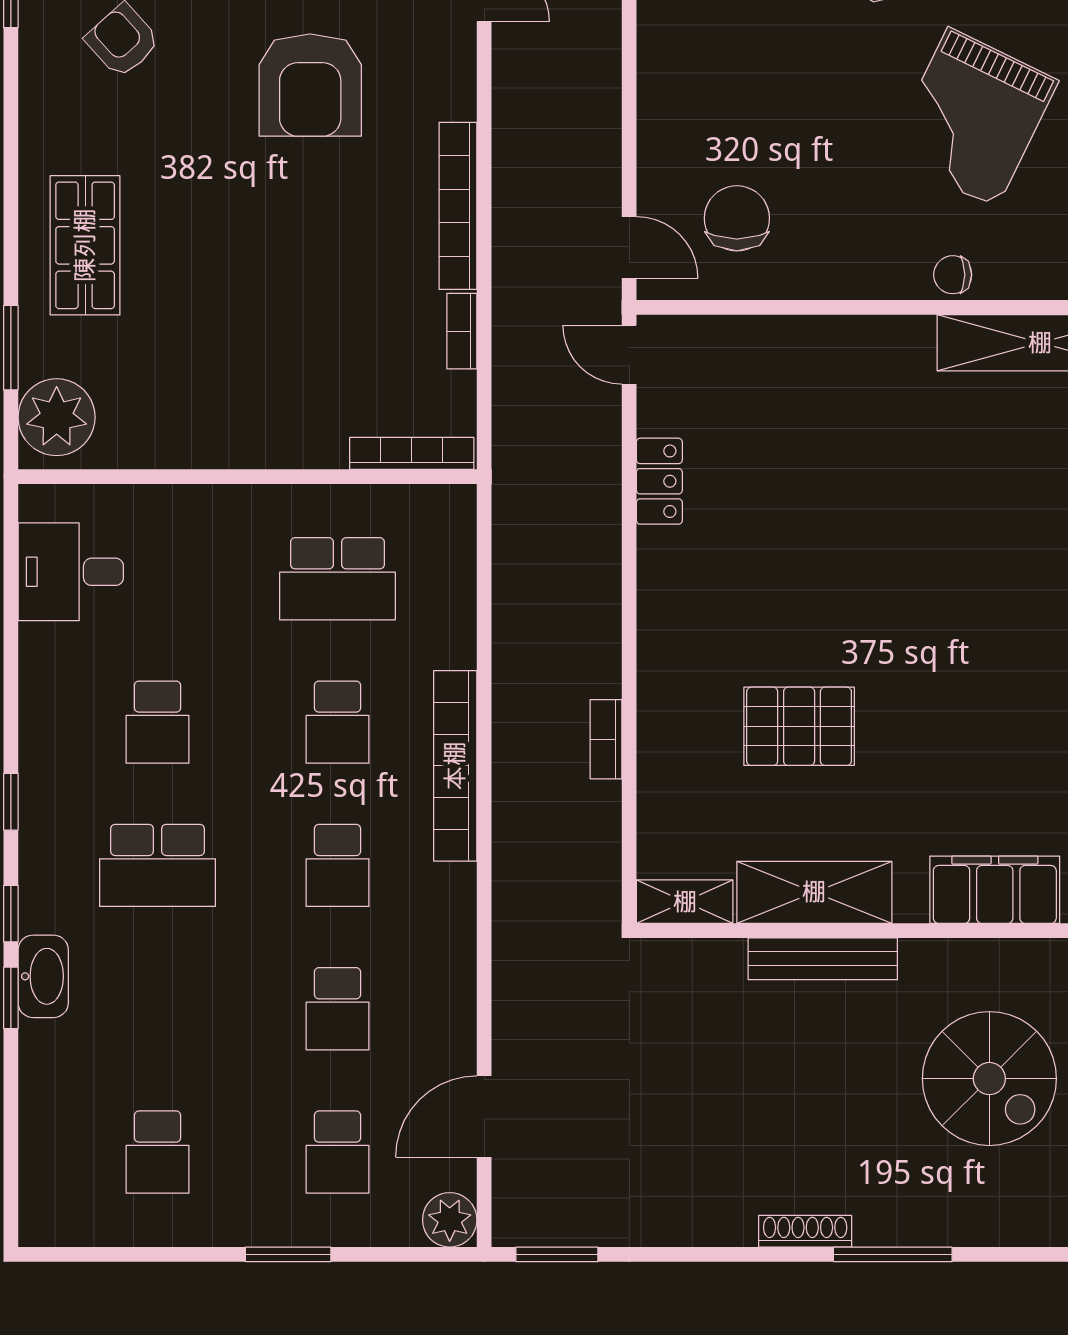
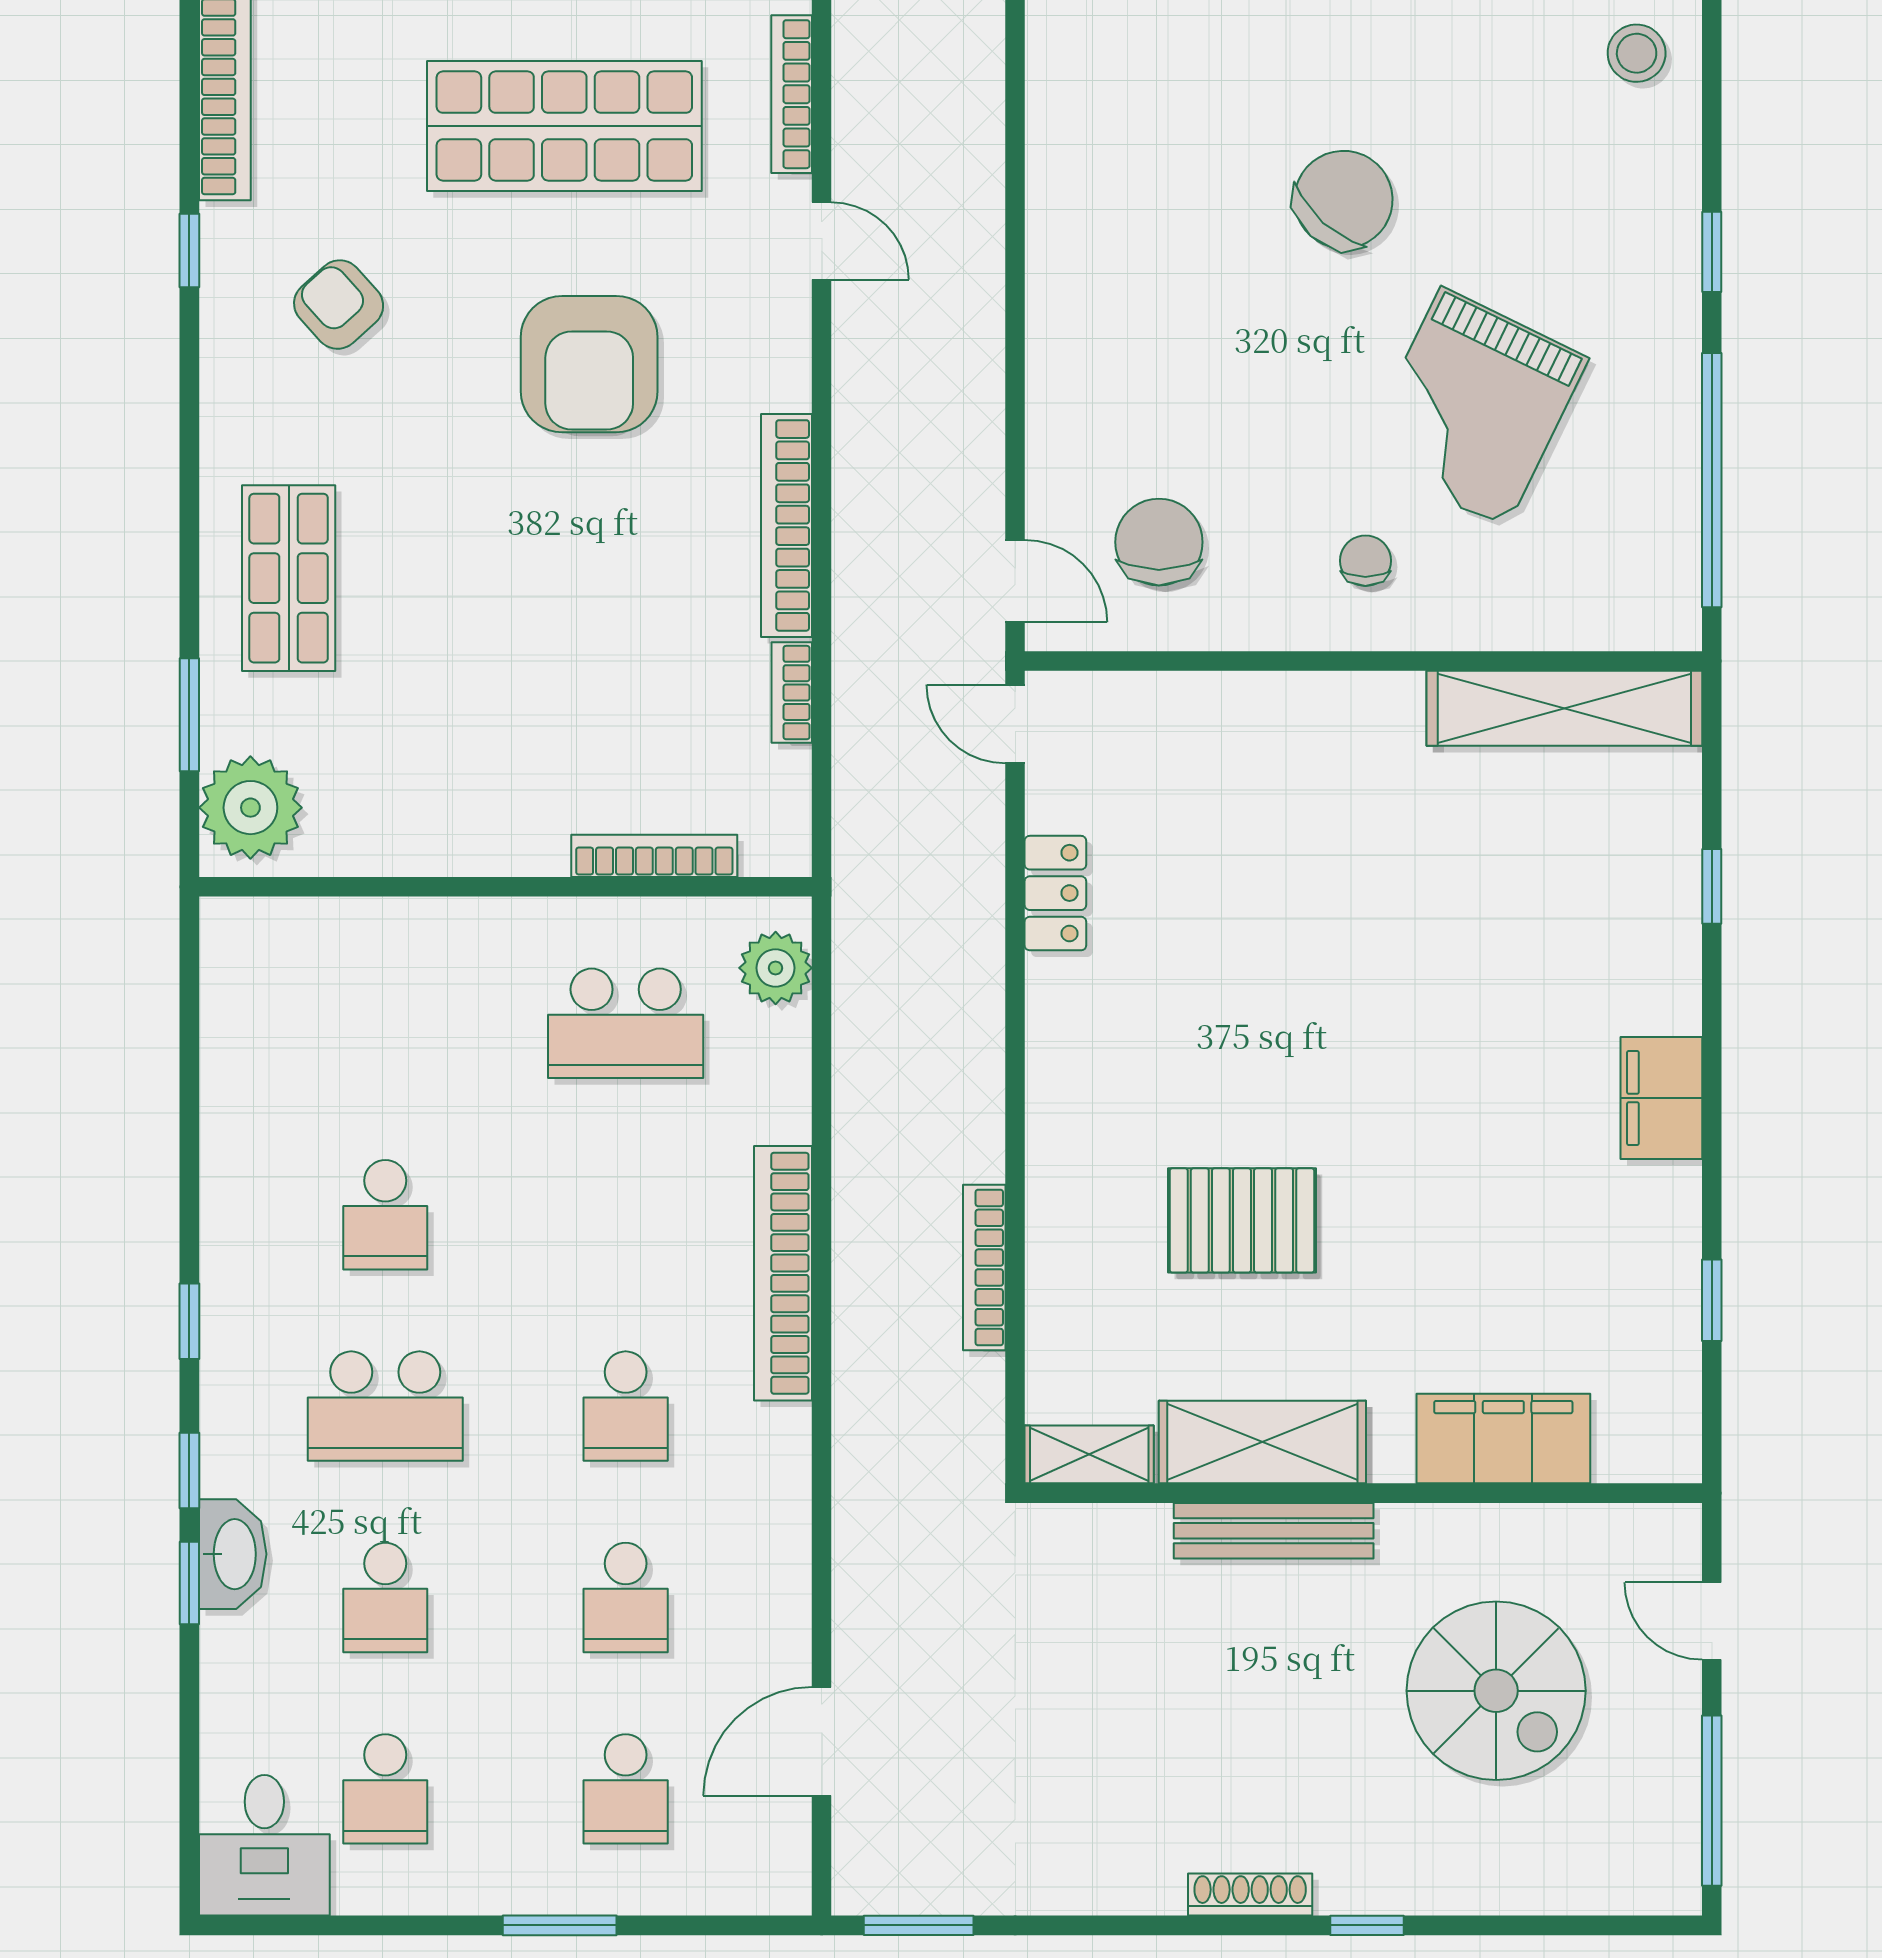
chair: (953, 275) -> (1365, 561), moved, turned 90
bookcase: (412, 453) -> (654, 856), moved
desk: (71, 572) -> (264, 1845), moved, turned -90
school desk: (337, 722) -> (385, 1597), moved
bookcase: (606, 739) -> (984, 1268), width x1.56
plant: (450, 1220) -> (776, 968), moved
window: (893, 1254) -> (1367, 1925), width x0.46

